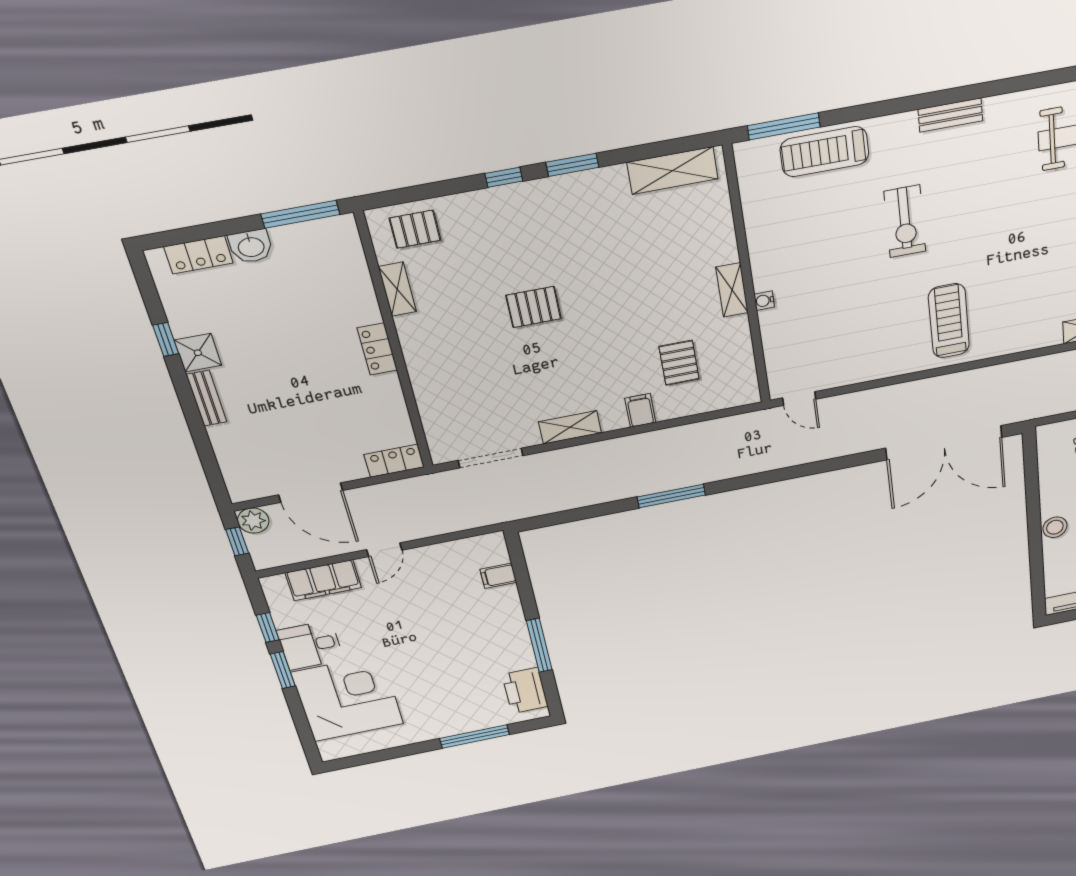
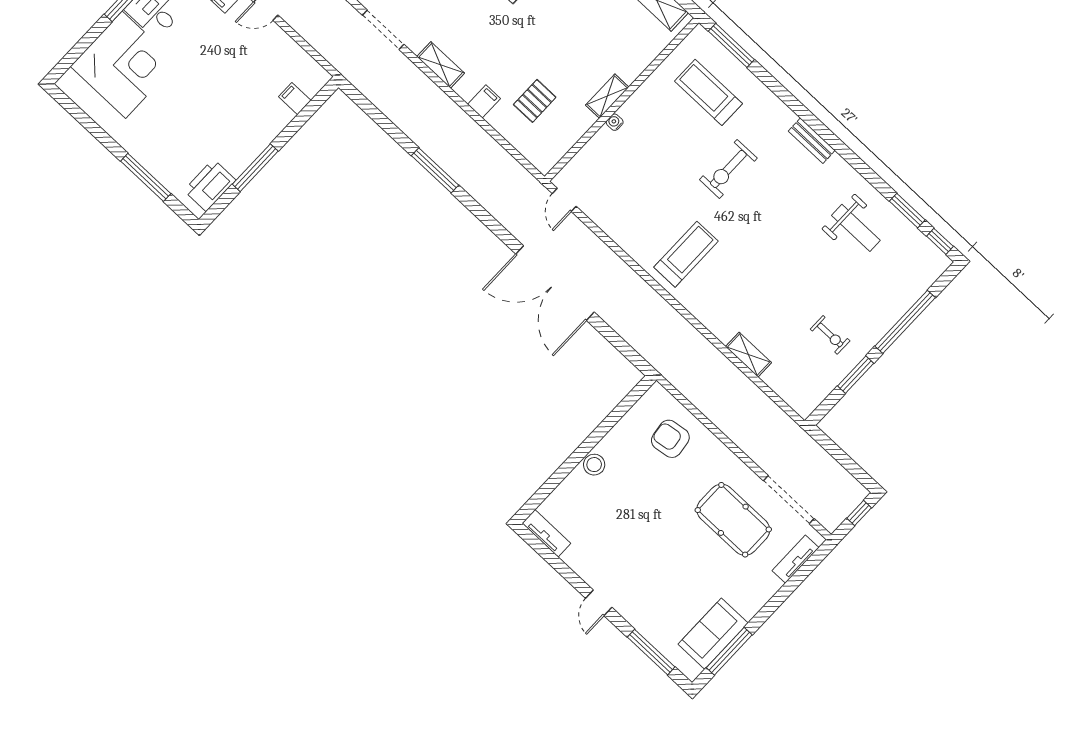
treadmill: (824, 152) -> (708, 92), moved
double door: (944, 443) -> (555, 283), moved

